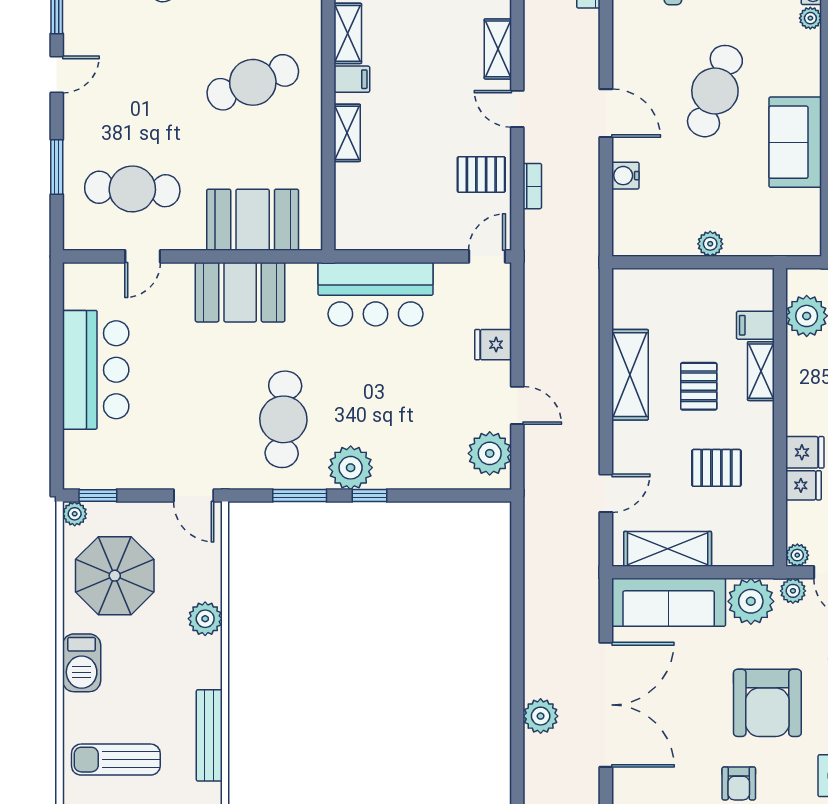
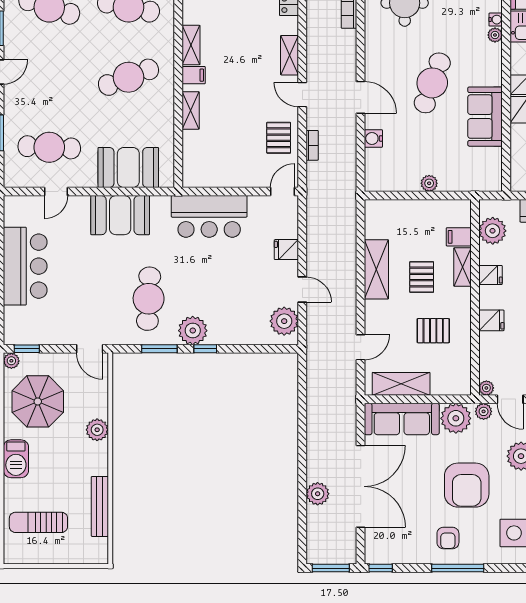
pallet: (481, 174) -> (279, 138), turned 90
fridge: (804, 485) -> (491, 275), moved

